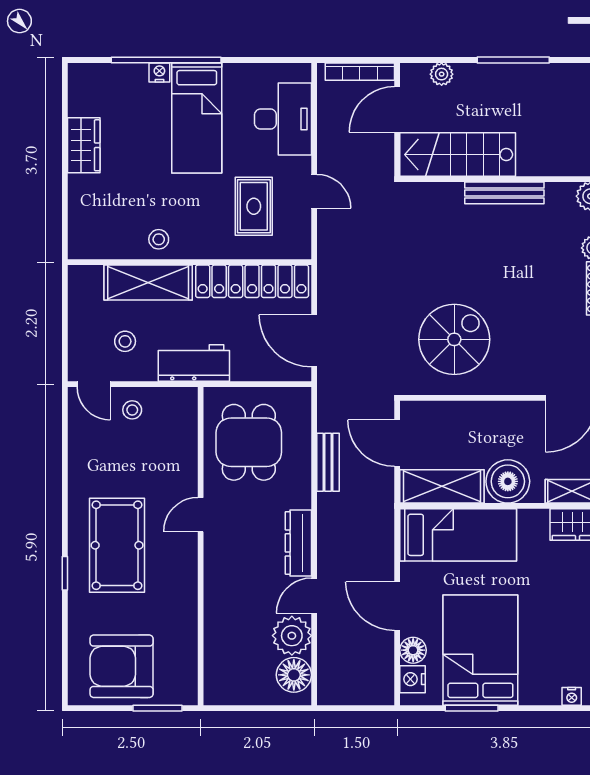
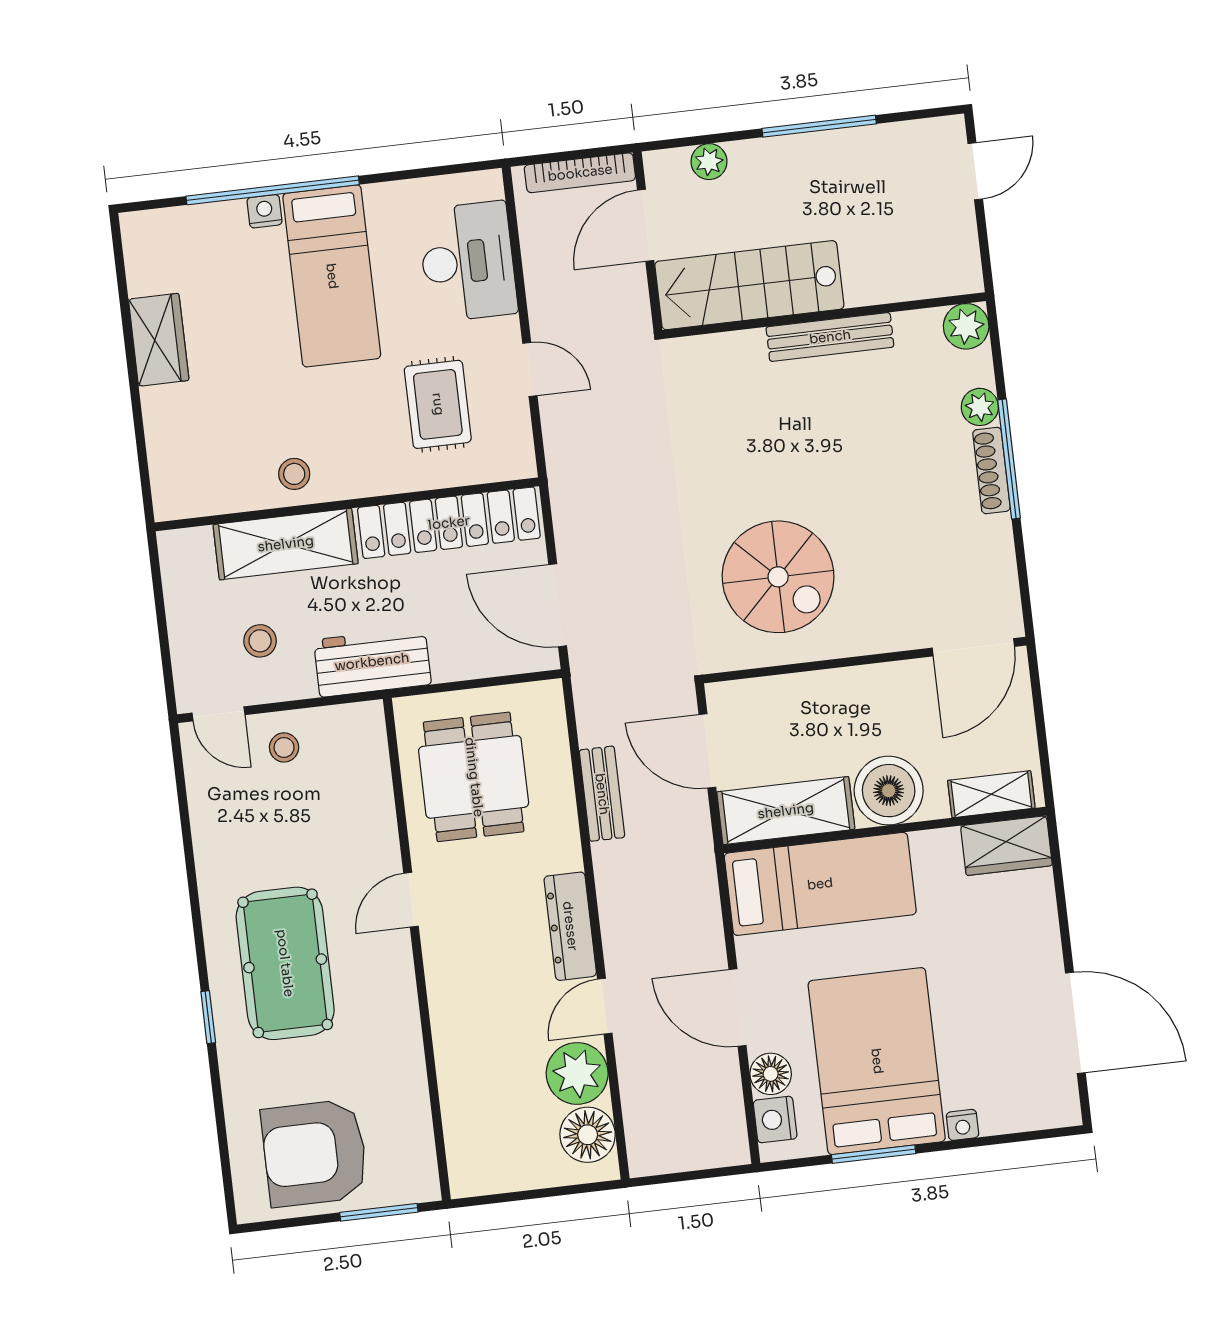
spiral stairs: (454, 339) -> (778, 577), turned 90
nightstand: (572, 696) -> (963, 1125), moved

